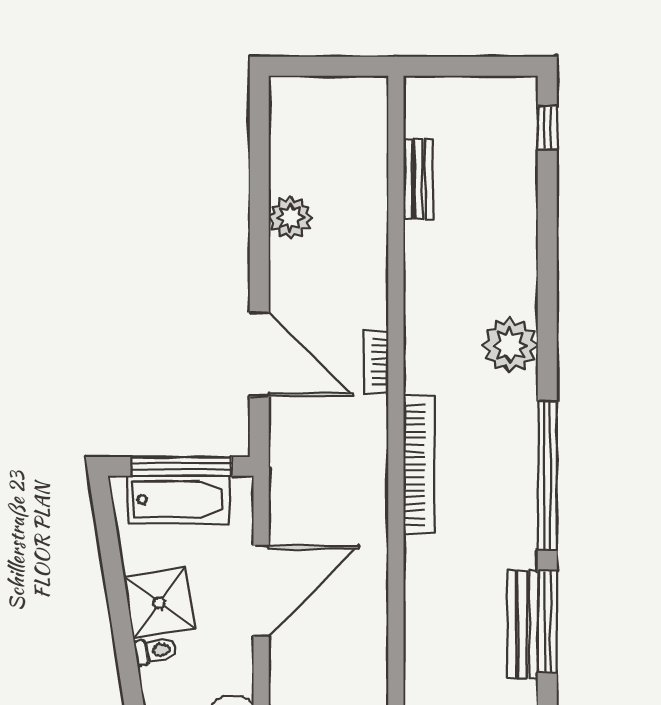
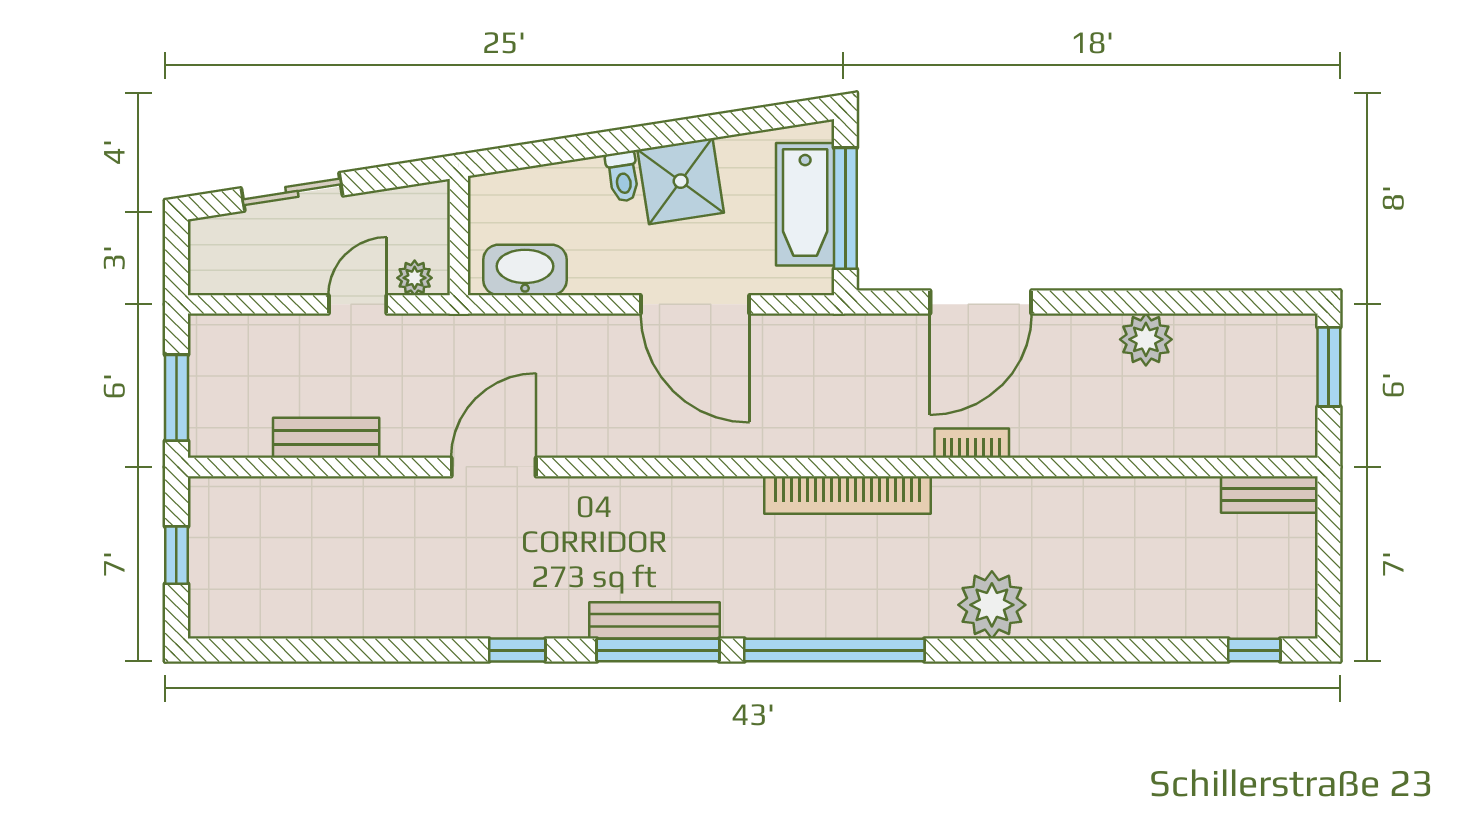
window: (313, 66) -> (1329, 367), added
bench: (419, 179) -> (1269, 494), moved

